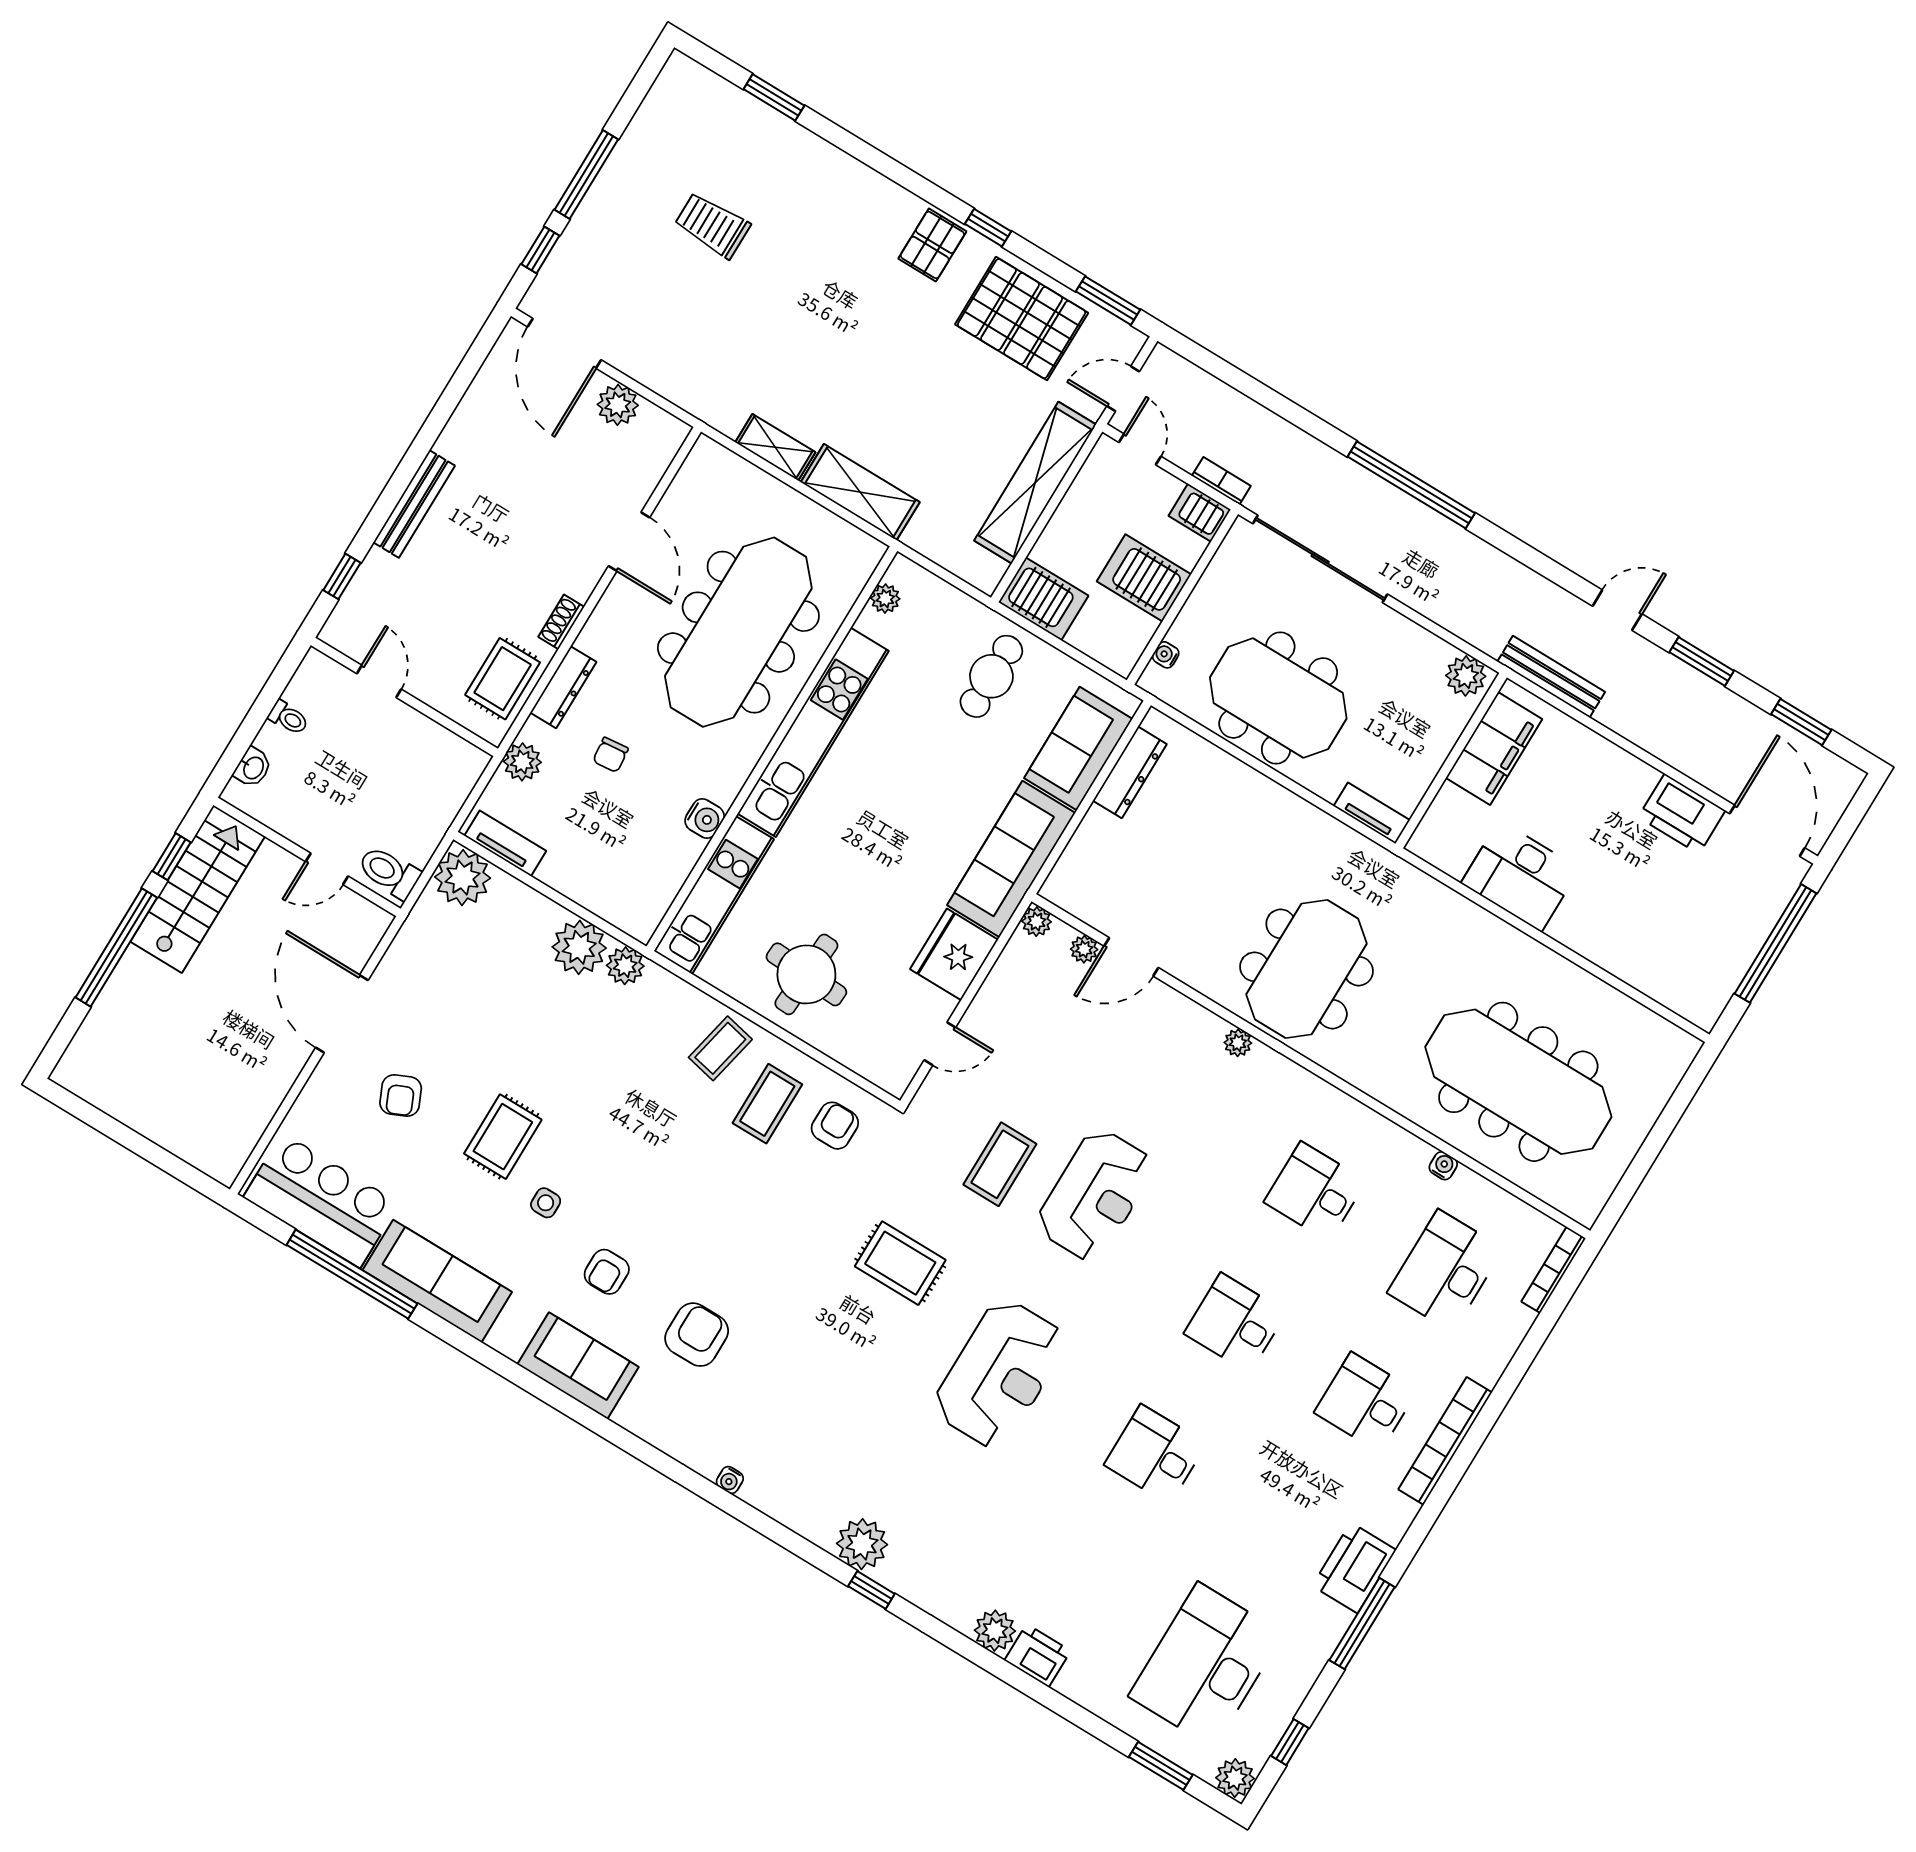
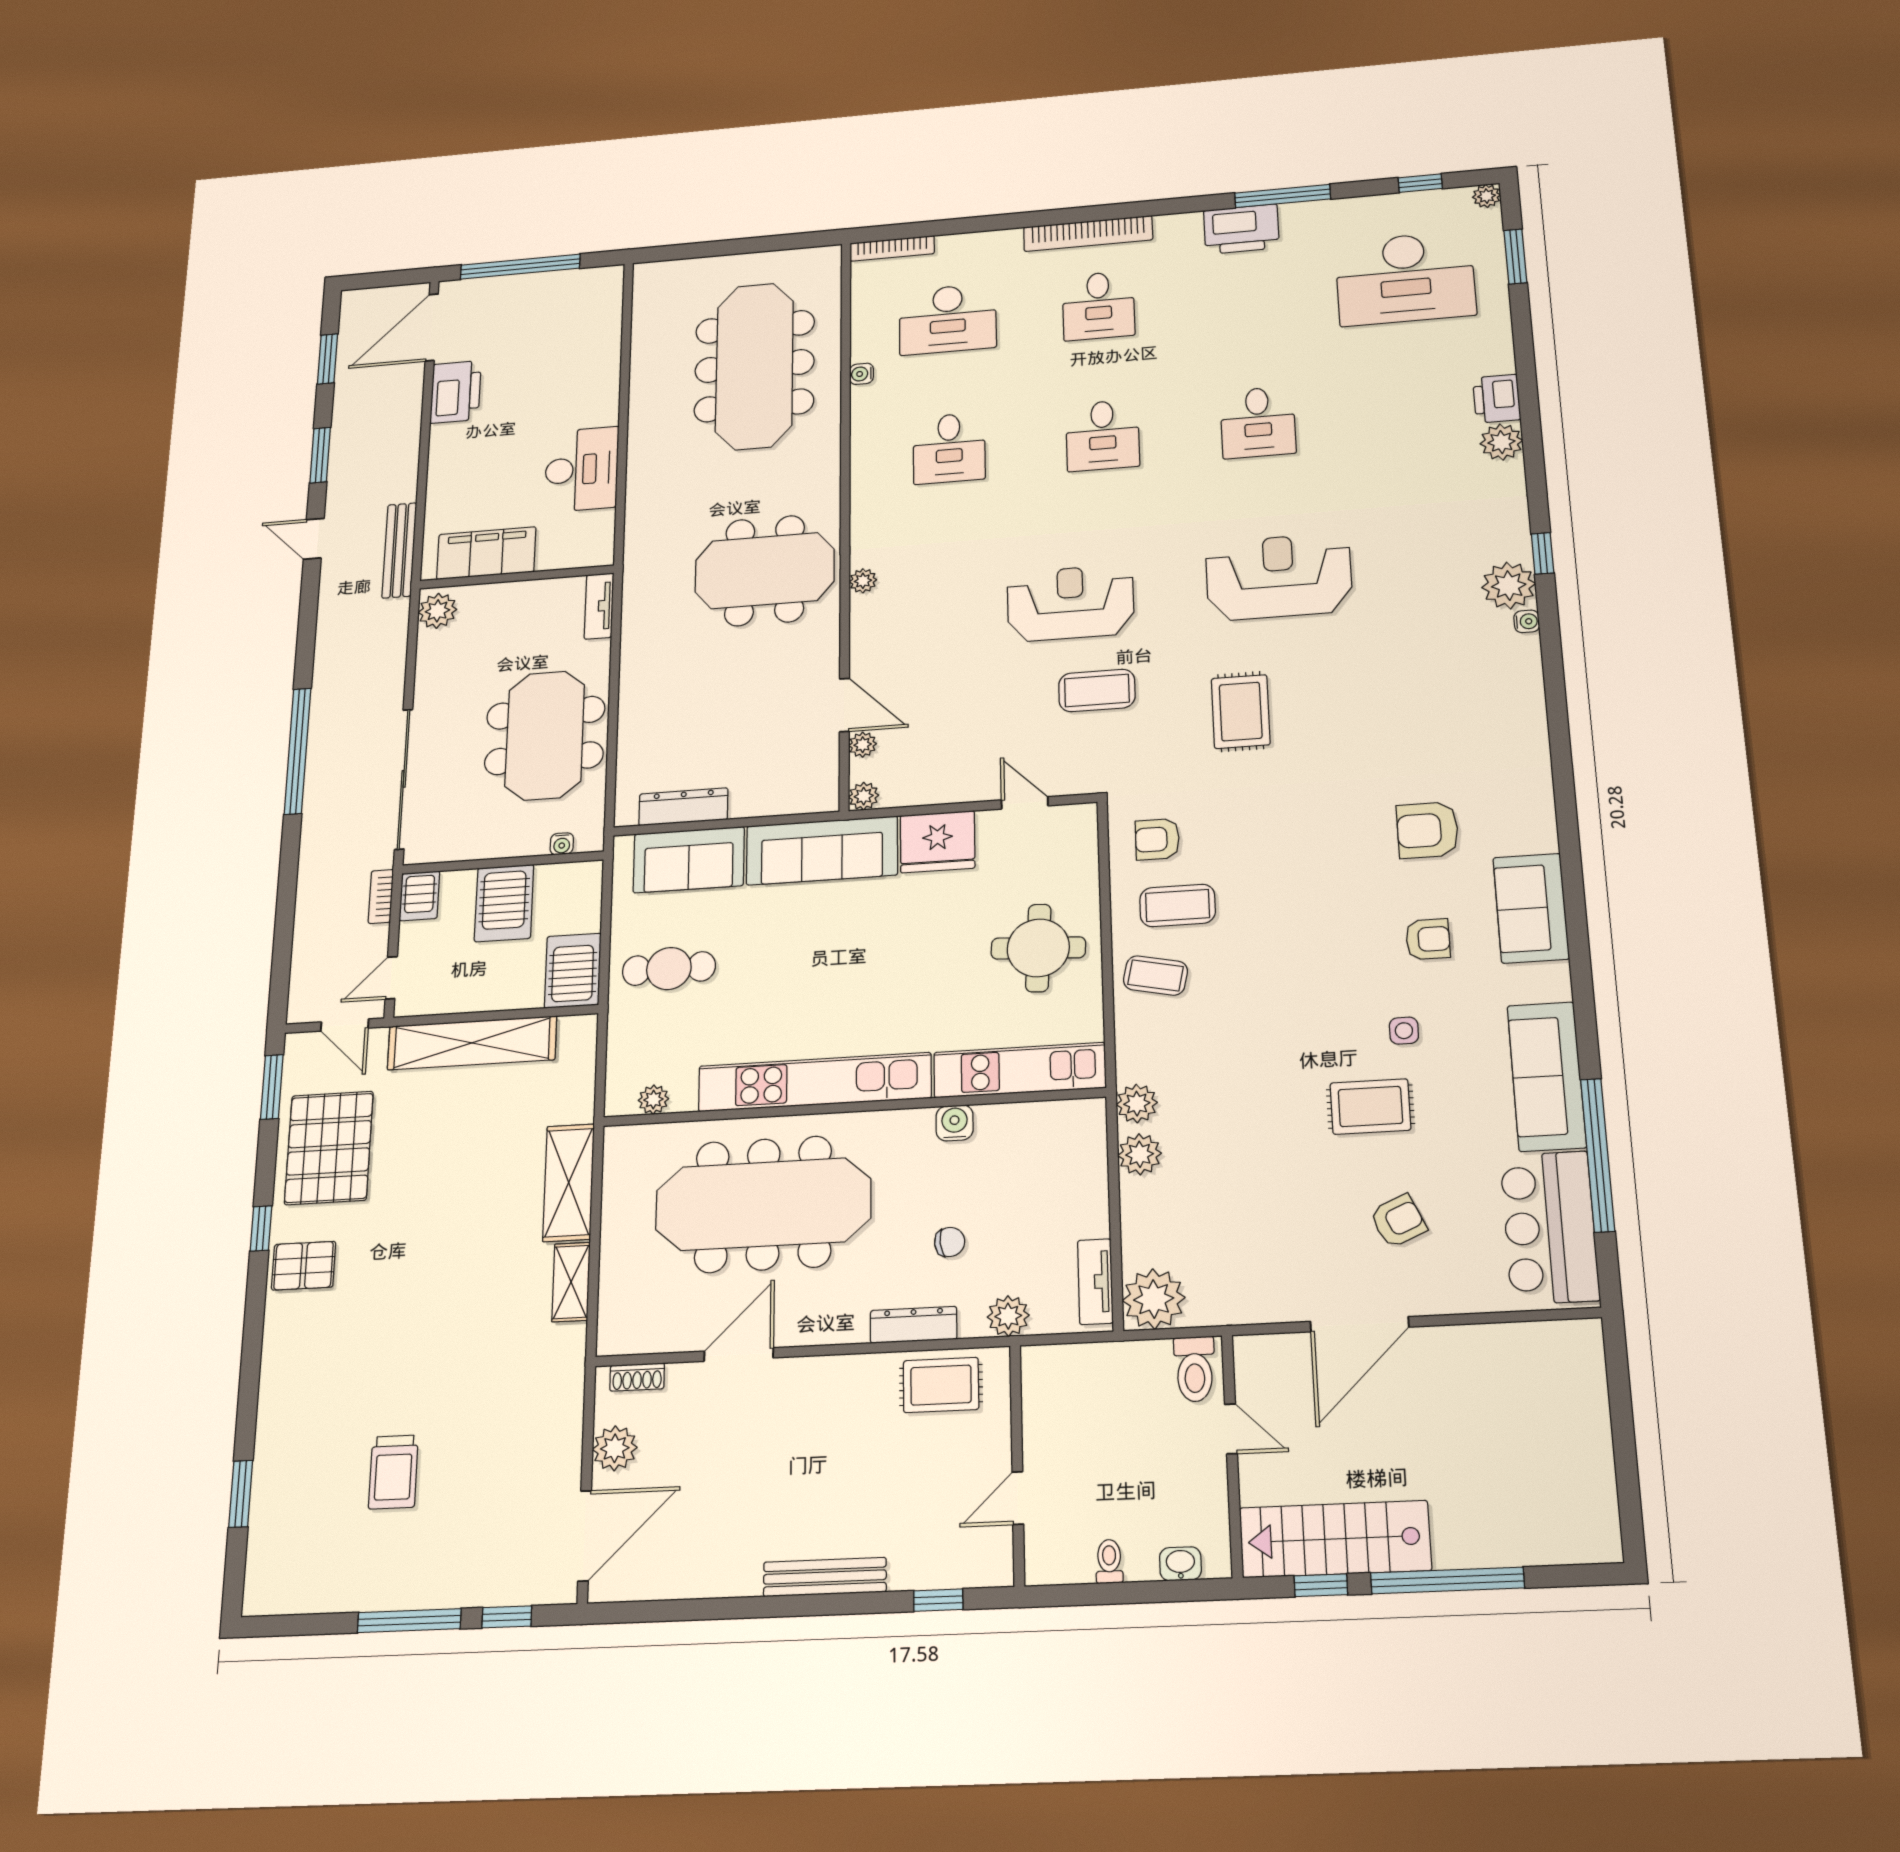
shoe rack: (561, 622) -> (637, 1377), moved
plant: (579, 947) -> (1140, 1154), width x0.73, depth x0.73
water cooler: (730, 1480) -> (1527, 621), moved
plant: (1235, 1778) -> (1487, 196), width x0.73, depth x0.73

